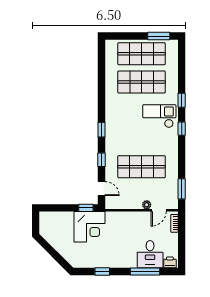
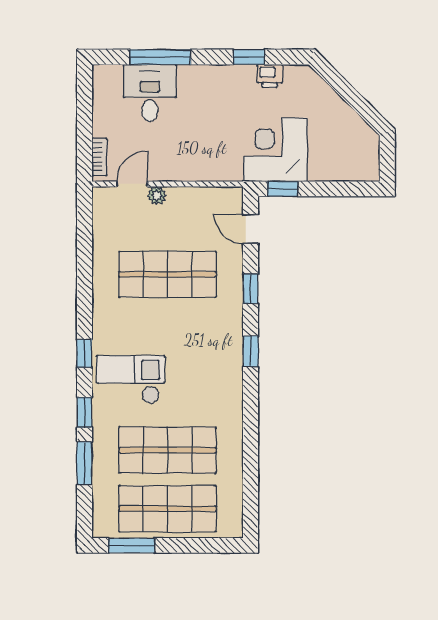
checkout: (159, 116) -> (131, 379), turned 180
window: (182, 189) -> (85, 463), moved
printer: (170, 262) -> (270, 76), moved

